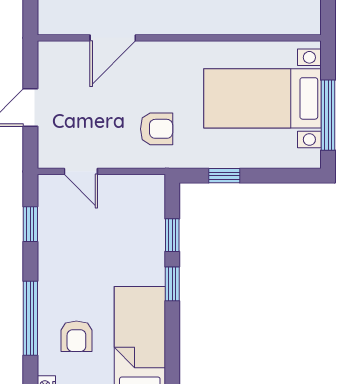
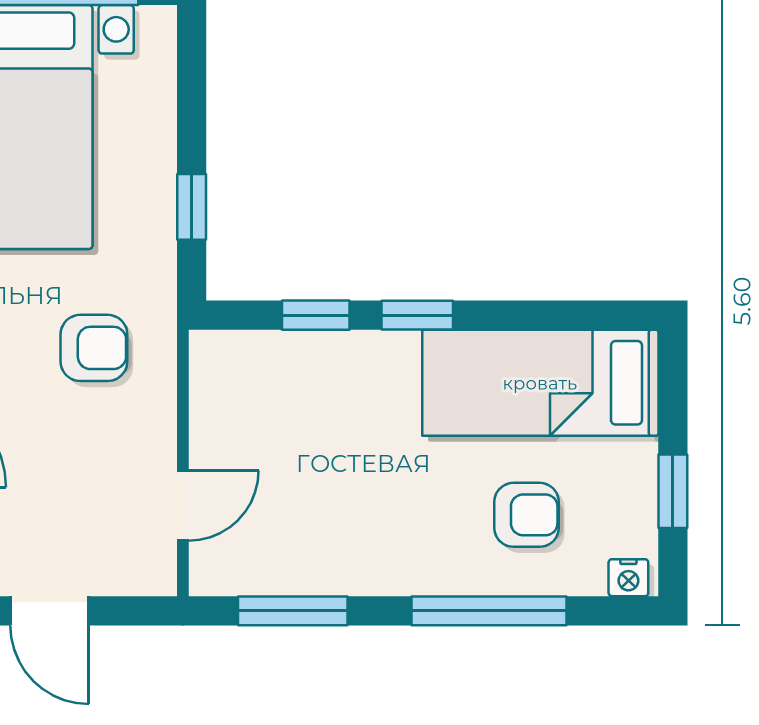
armchair: (157, 129) -> (94, 348), turned 90
window: (30, 224) -> (293, 611), width x1.50

